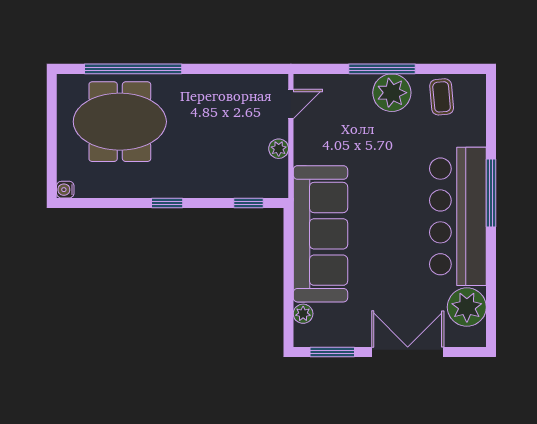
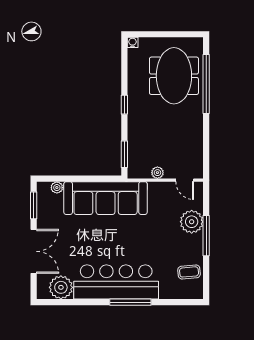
plant: (392, 93) -> (192, 222), moved
window: (249, 203) -> (124, 154), width x1.50

